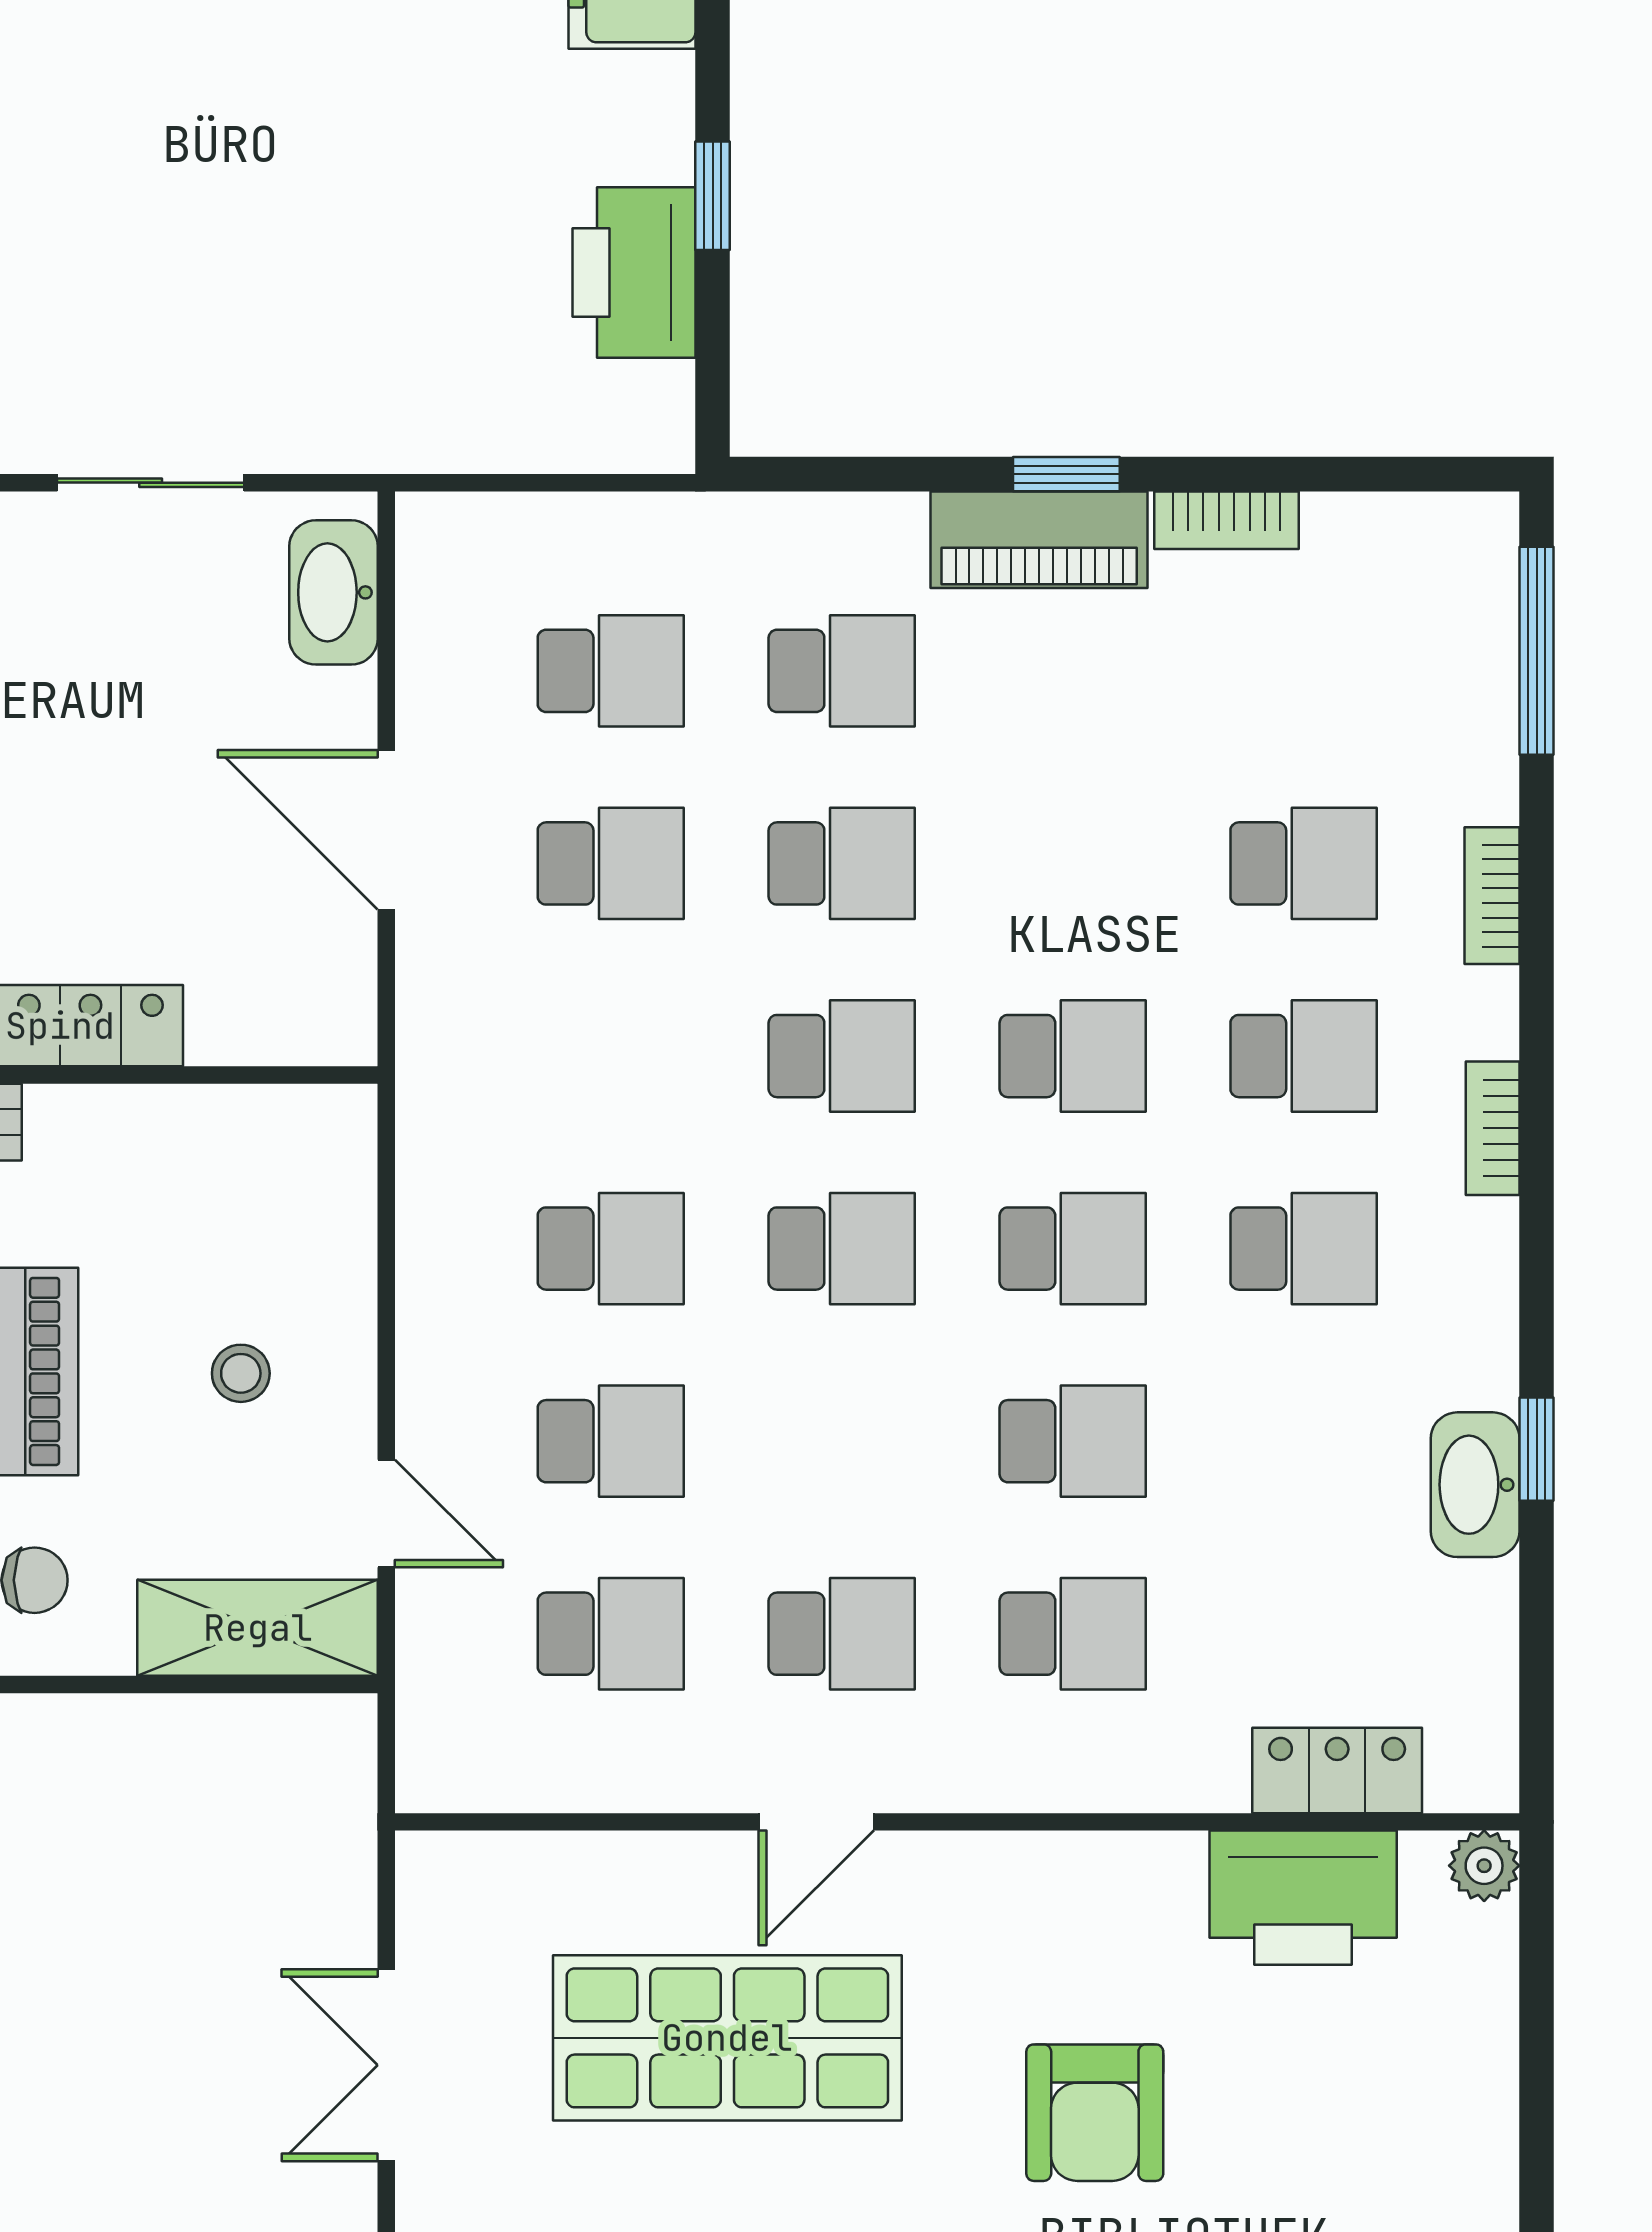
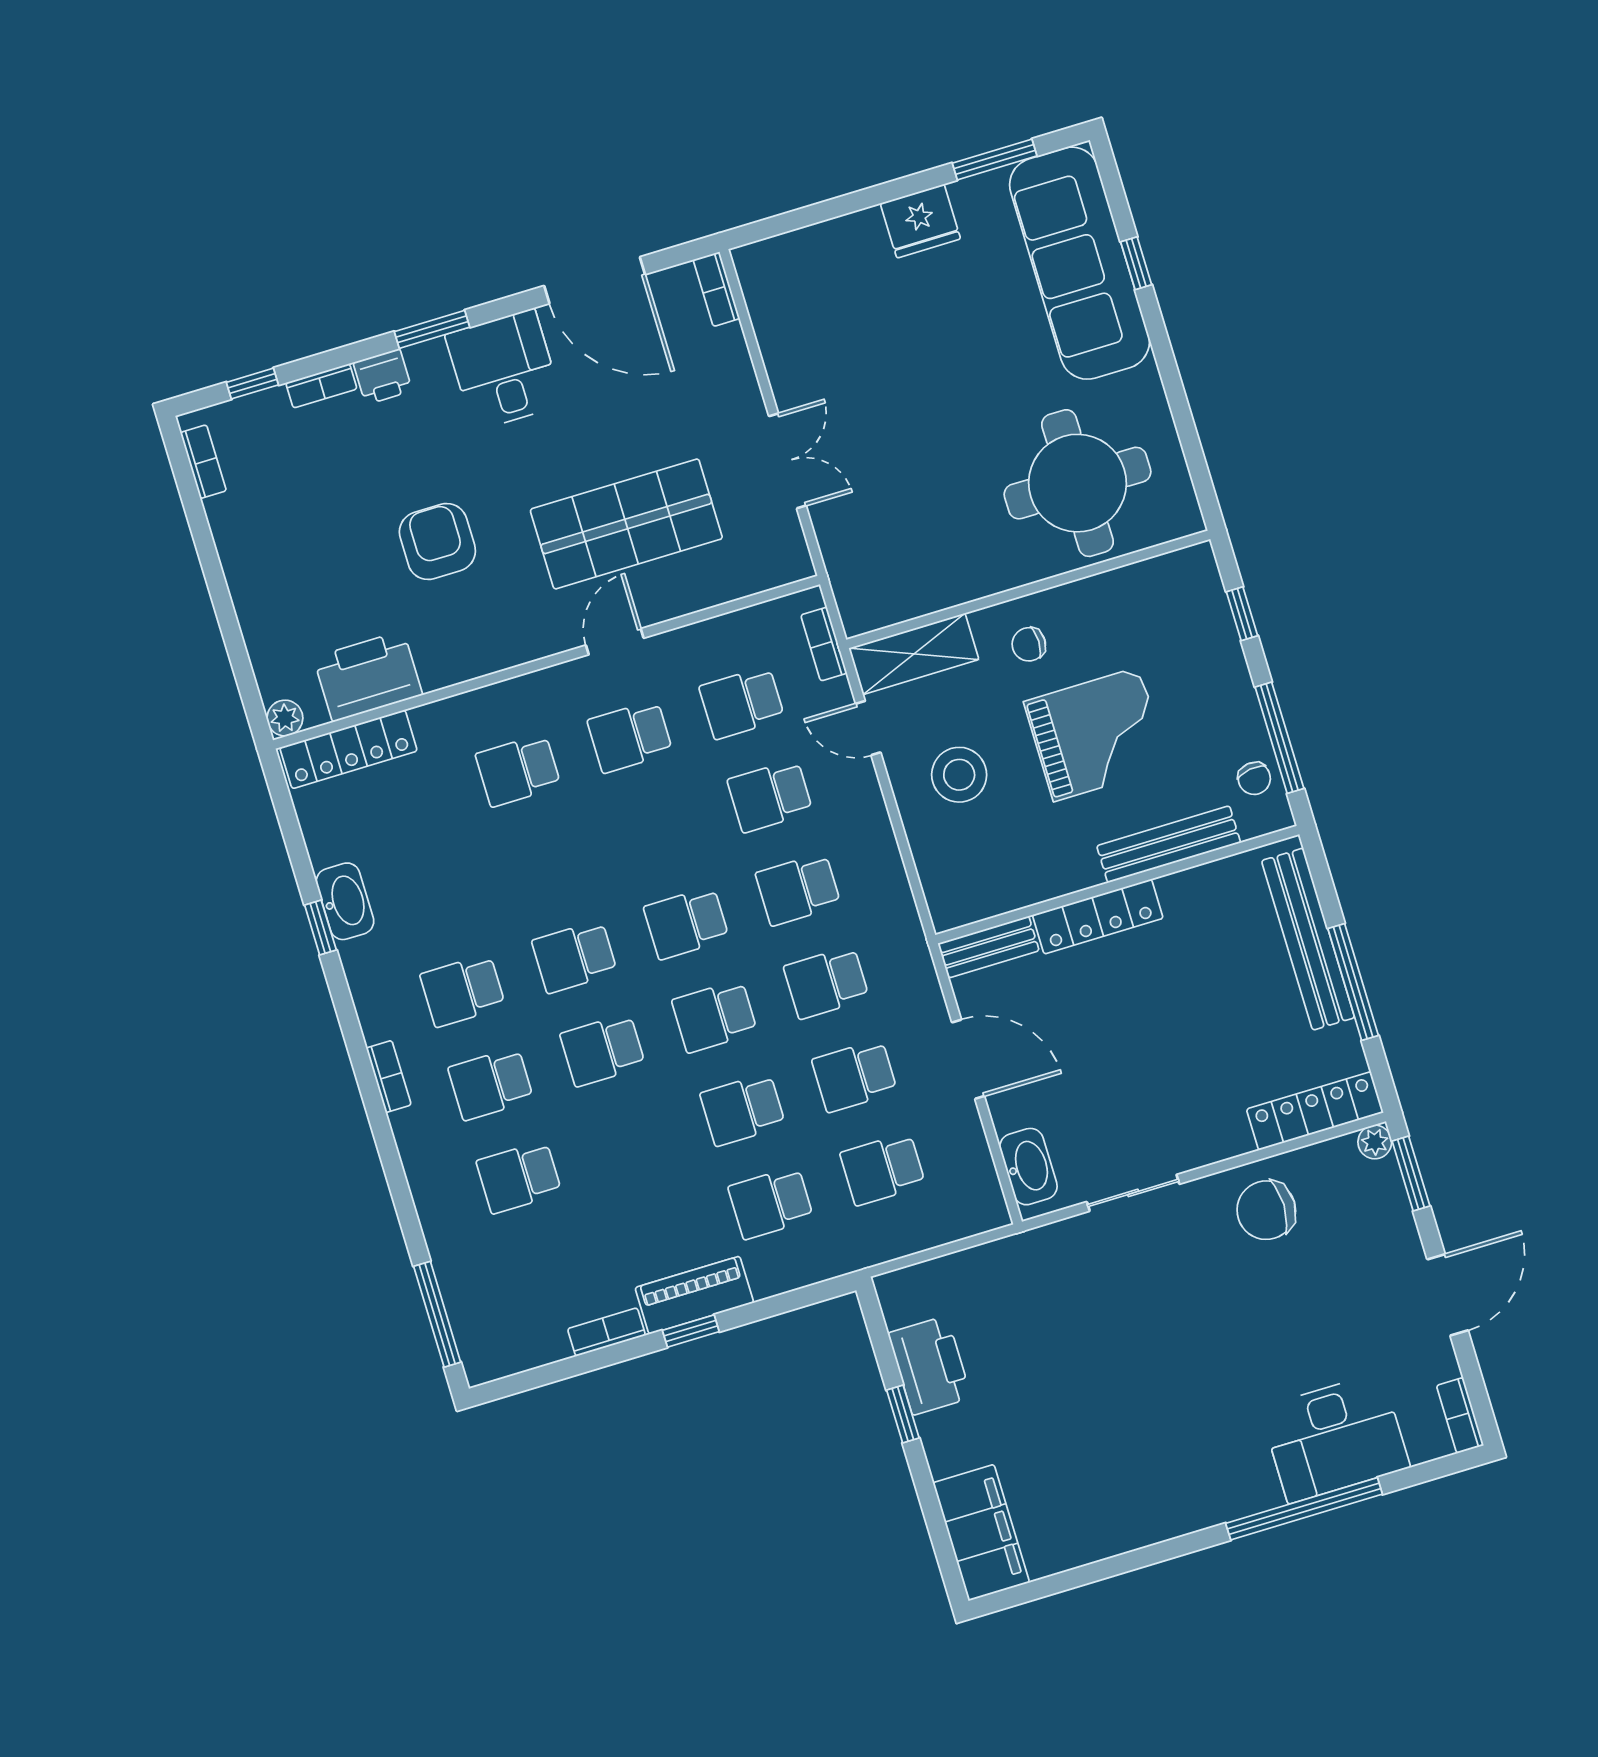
bookcase: (1492, 896) -> (824, 644), moved, turned 180
bench: (284, 1031) -> (989, 947), added
stool: (241, 1373) -> (959, 775), width x1.89, depth x1.89
school desk: (1073, 1441) -> (826, 983), moved
locker: (1337, 1770) -> (348, 749), width x1.53

